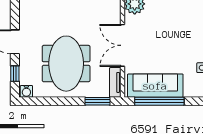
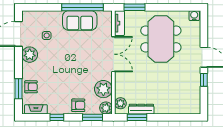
window: (15, 74) -> (204, 80), moved
sofa: (155, 86) -> (80, 20), width x0.73

